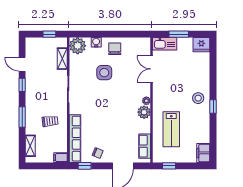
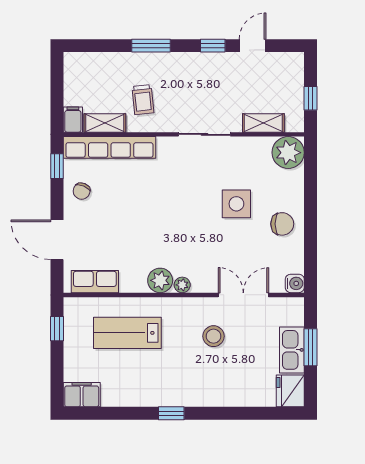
water cooler: (96, 42) -> (295, 283), moved
kitchen sink: (165, 44) -> (292, 350), moved
stool: (198, 98) -> (214, 336), moved
shelving: (30, 146) -> (105, 123), moved

